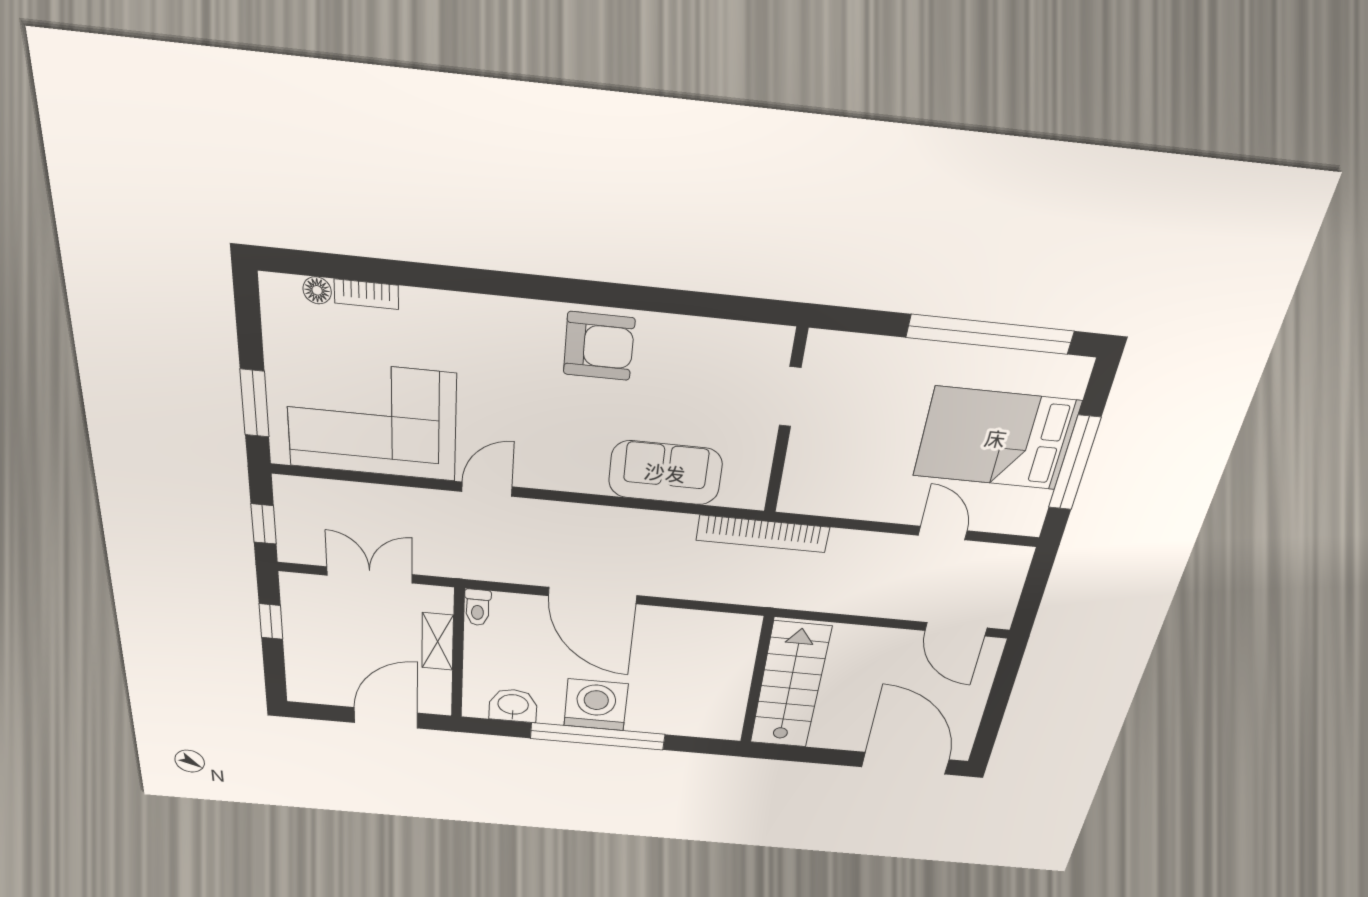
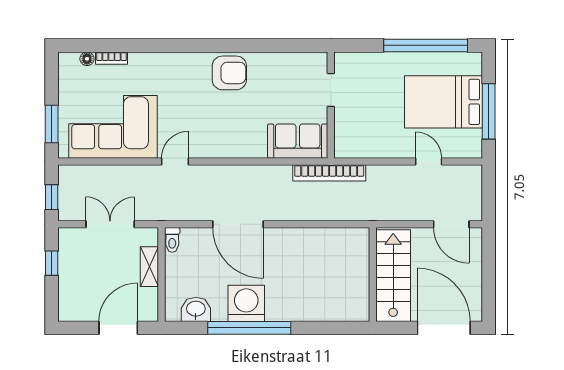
sofa: (665, 473) -> (298, 141), moved
wall: (757, 681) -> (373, 274), moved
stairs: (790, 686) -> (393, 276), moved

